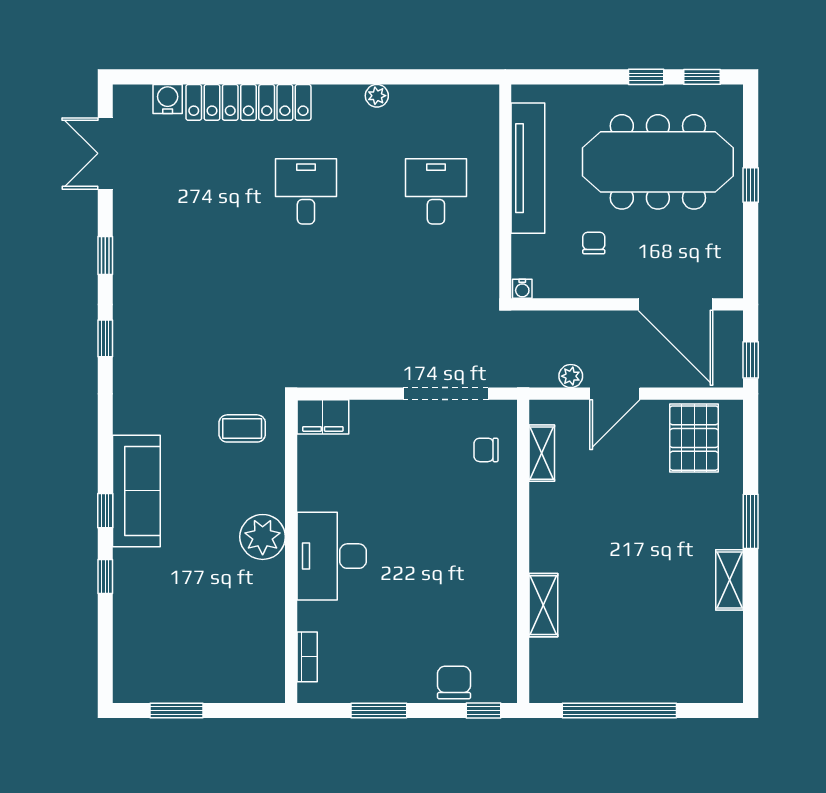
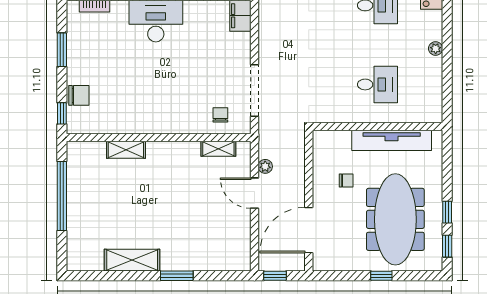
water cooler: (522, 289) -> (318, 137), removed
pallet: (694, 438) -> (228, 241), removed
shelving: (730, 580) -> (132, 260), width x1.50, depth x1.33

